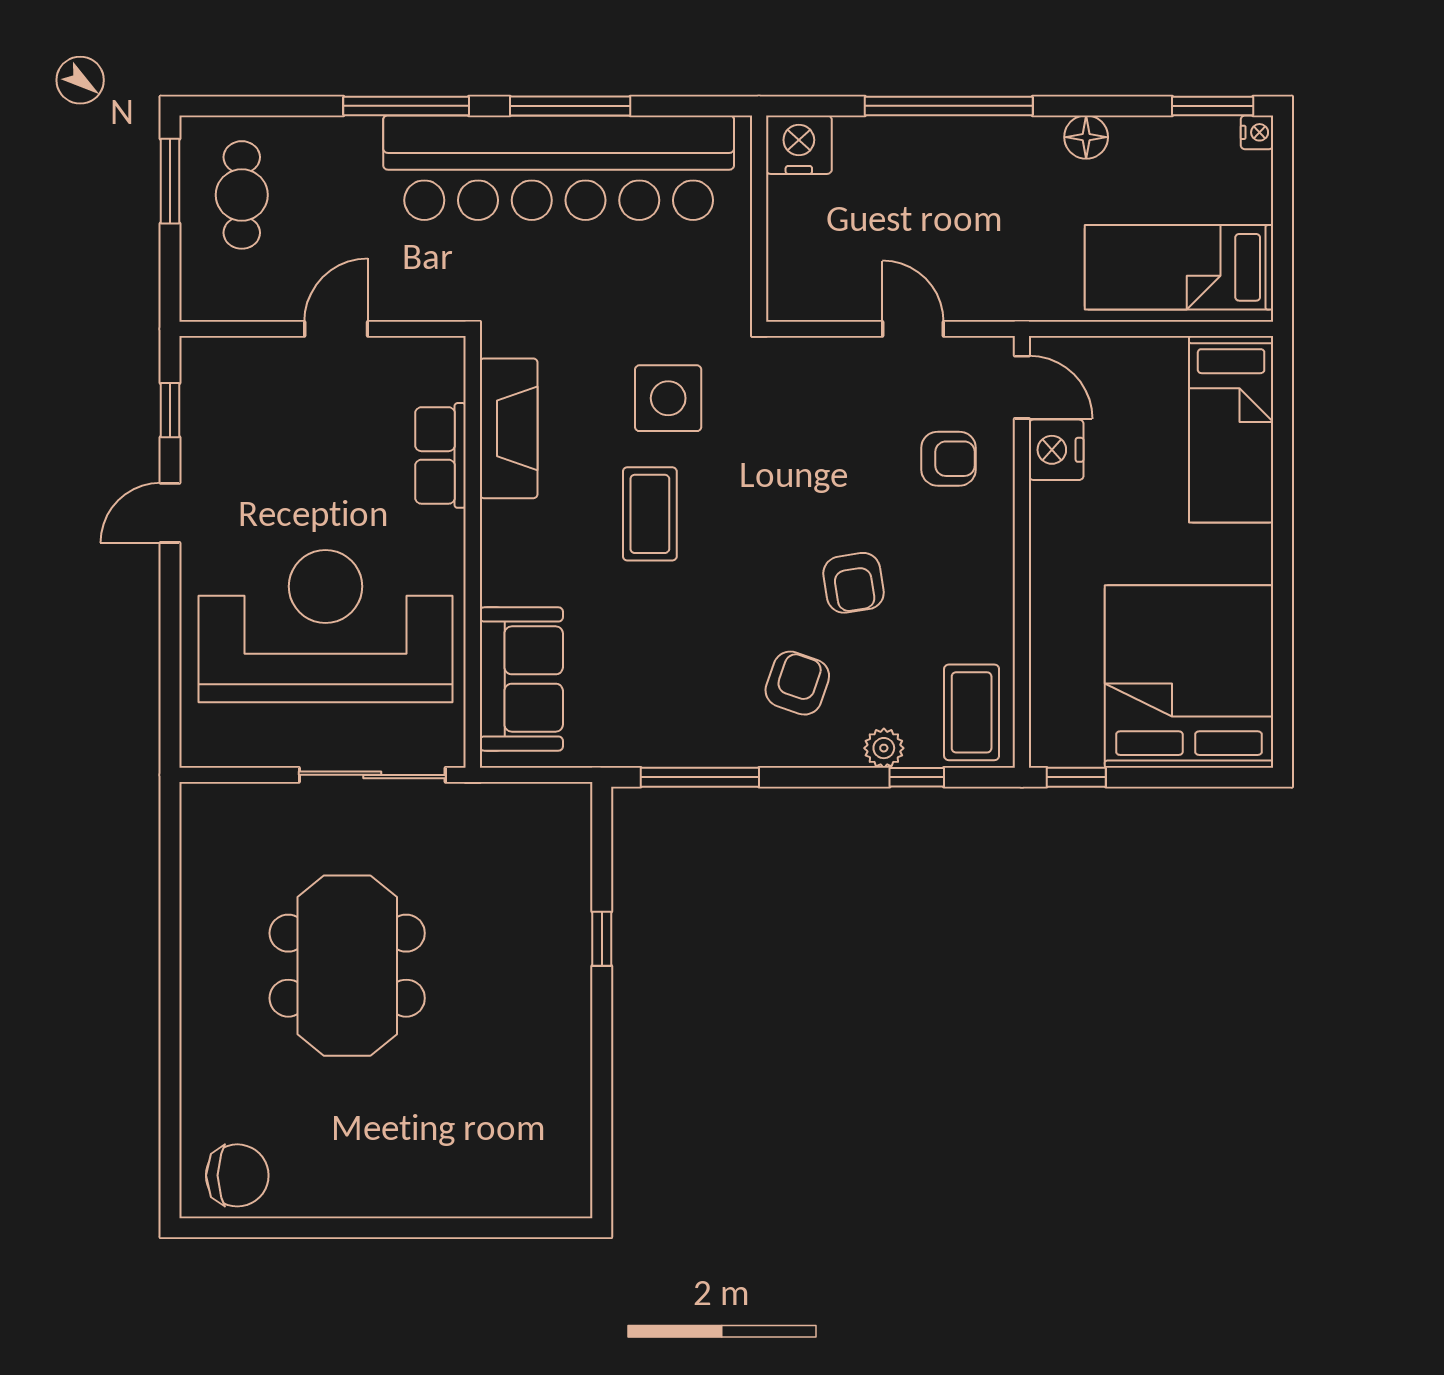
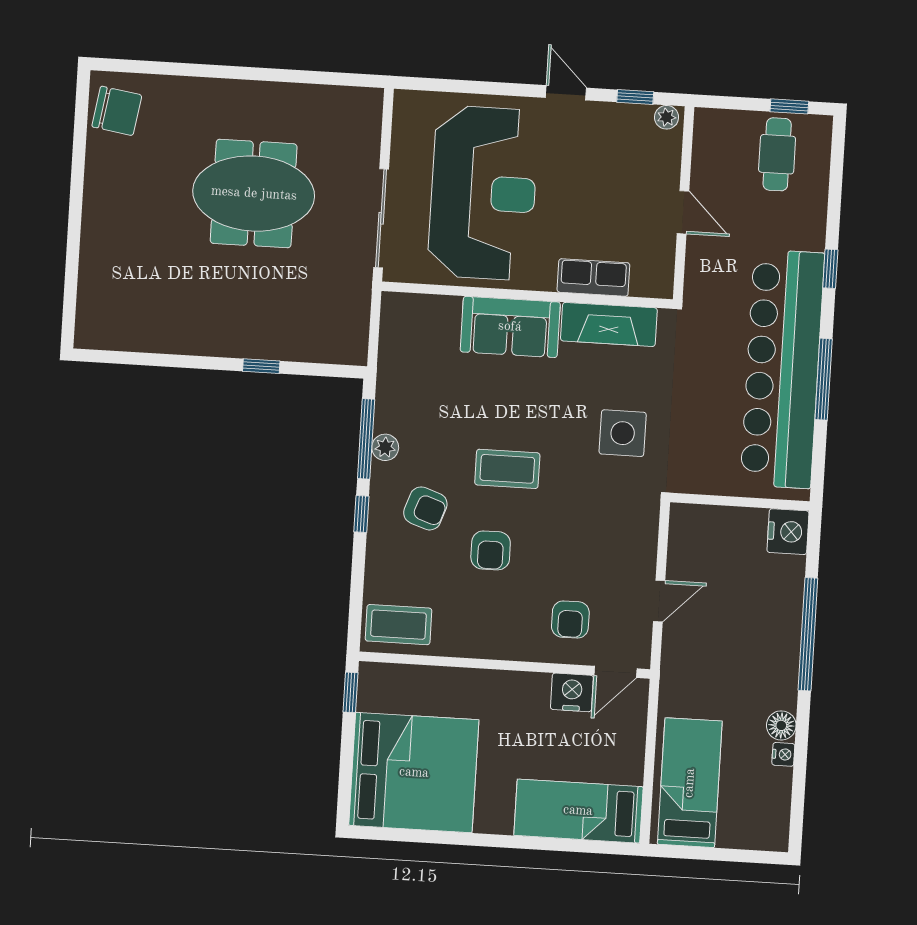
window: (406, 106) -> (830, 269), width x0.46
window: (1213, 106) -> (797, 812), removed
nightstand: (1257, 132) -> (783, 754), moved, turned -90
window: (170, 181) -> (789, 106), width x0.67
cafe table: (242, 195) -> (777, 154), turned 90
plant: (197, 362) -> (667, 117), added
coffee table: (650, 514) -> (507, 469), moved
armchair: (854, 583) -> (491, 550), turned -81
sofa: (521, 679) -> (510, 327), moved
plant: (884, 748) -> (385, 447), moved
window: (917, 777) -> (361, 514), moved
chair: (237, 1175) -> (117, 111), turned -81

